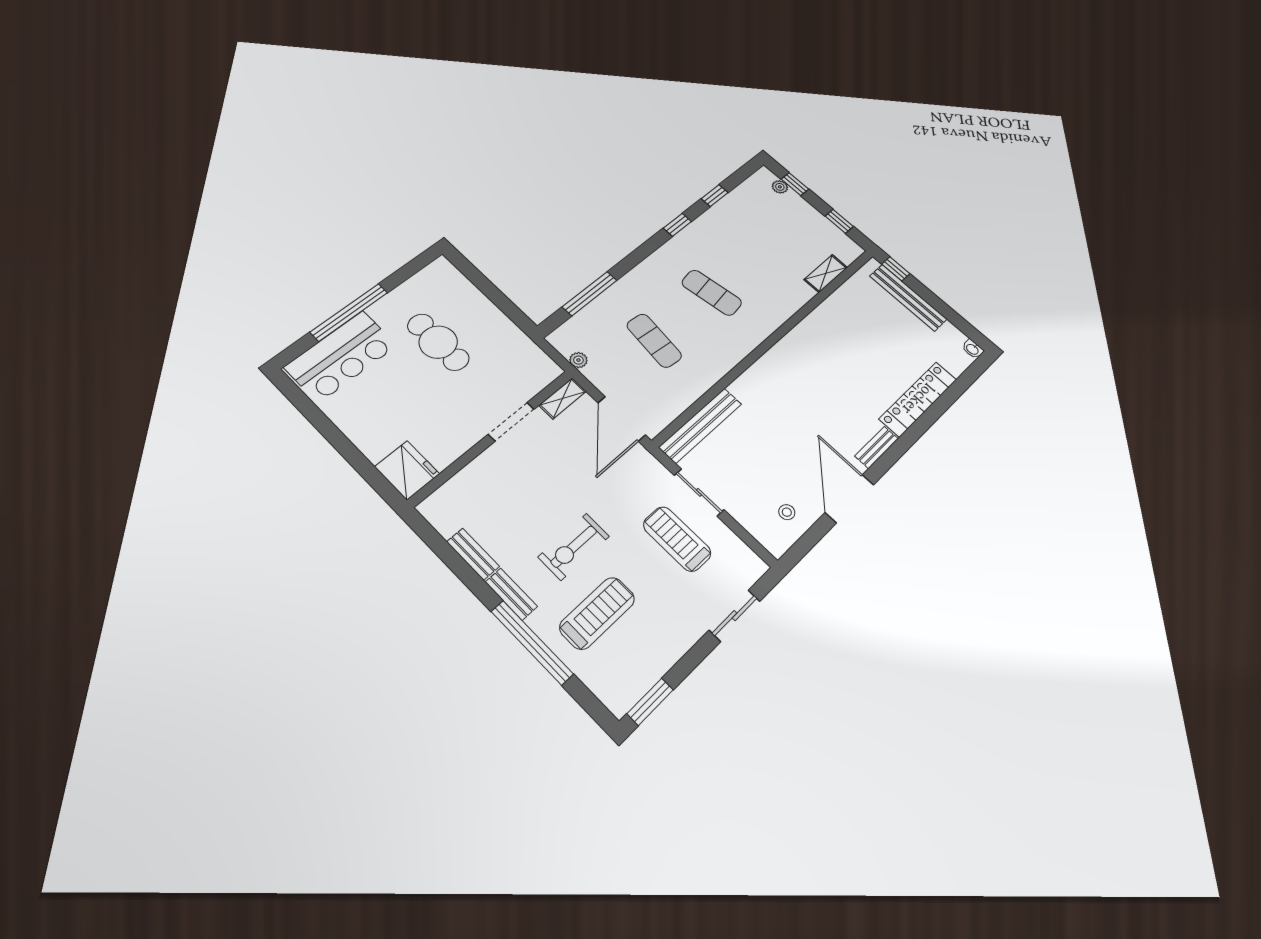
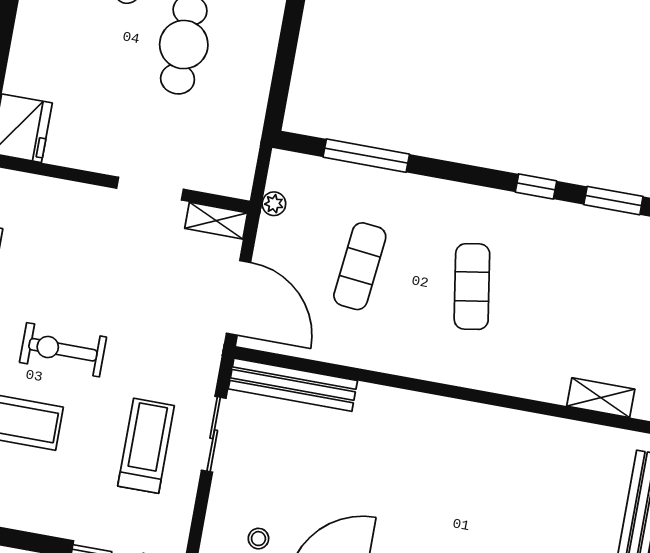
window: (715, 196) -> (613, 201), width x1.50
door: (622, 419) -> (238, 298), swing flipped

